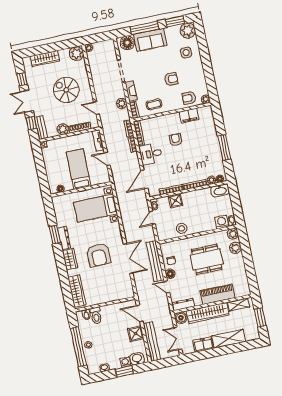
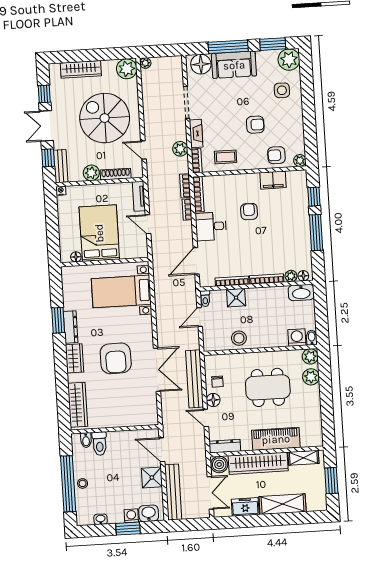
spiral stairs: (66, 90) -> (105, 118), width x1.37, depth x1.37
window: (219, 123) -> (314, 197), added
bed: (79, 169) -> (99, 233), width x1.50
double door: (178, 338) -> (210, 493), swing flipped

